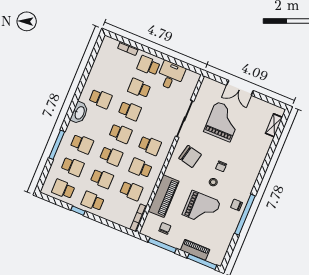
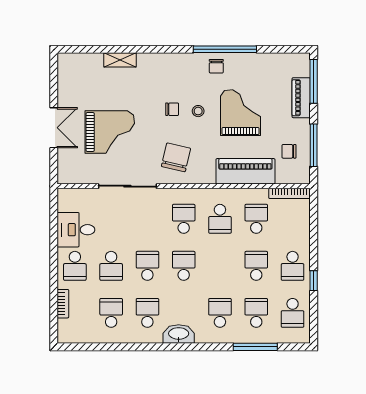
grand piano: (223, 122) -> (110, 132), turned 180
shelving: (274, 125) -> (120, 60), moved
window: (57, 145) -> (255, 347), moved
school desk: (111, 156) -> (111, 313), moved

